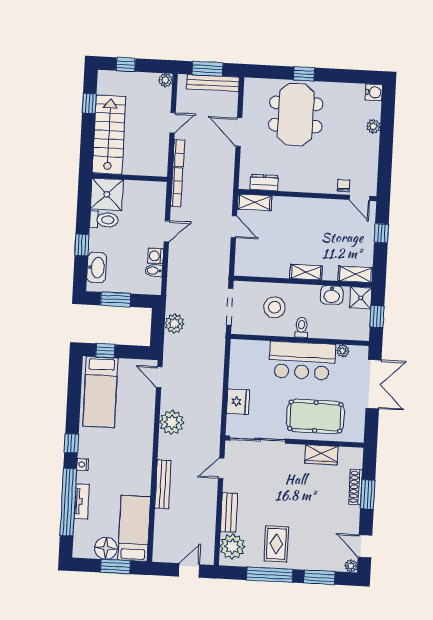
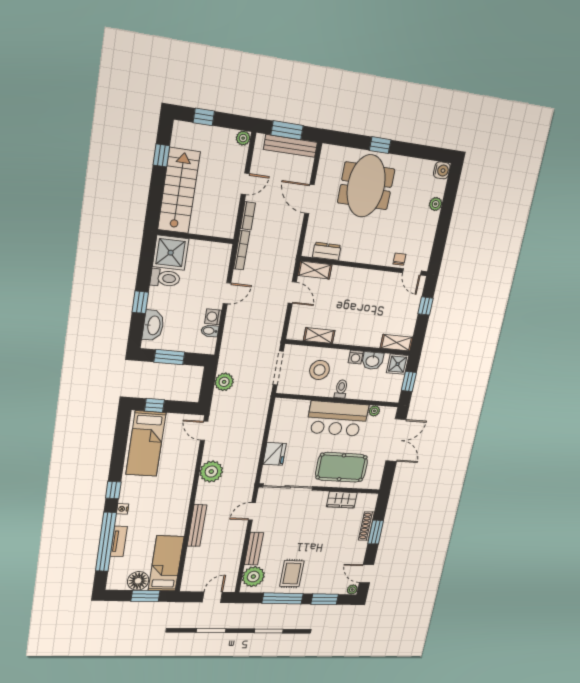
shelving: (306, 272) -> (319, 335), moved
washing machine: (312, 292) -> (356, 357), added

